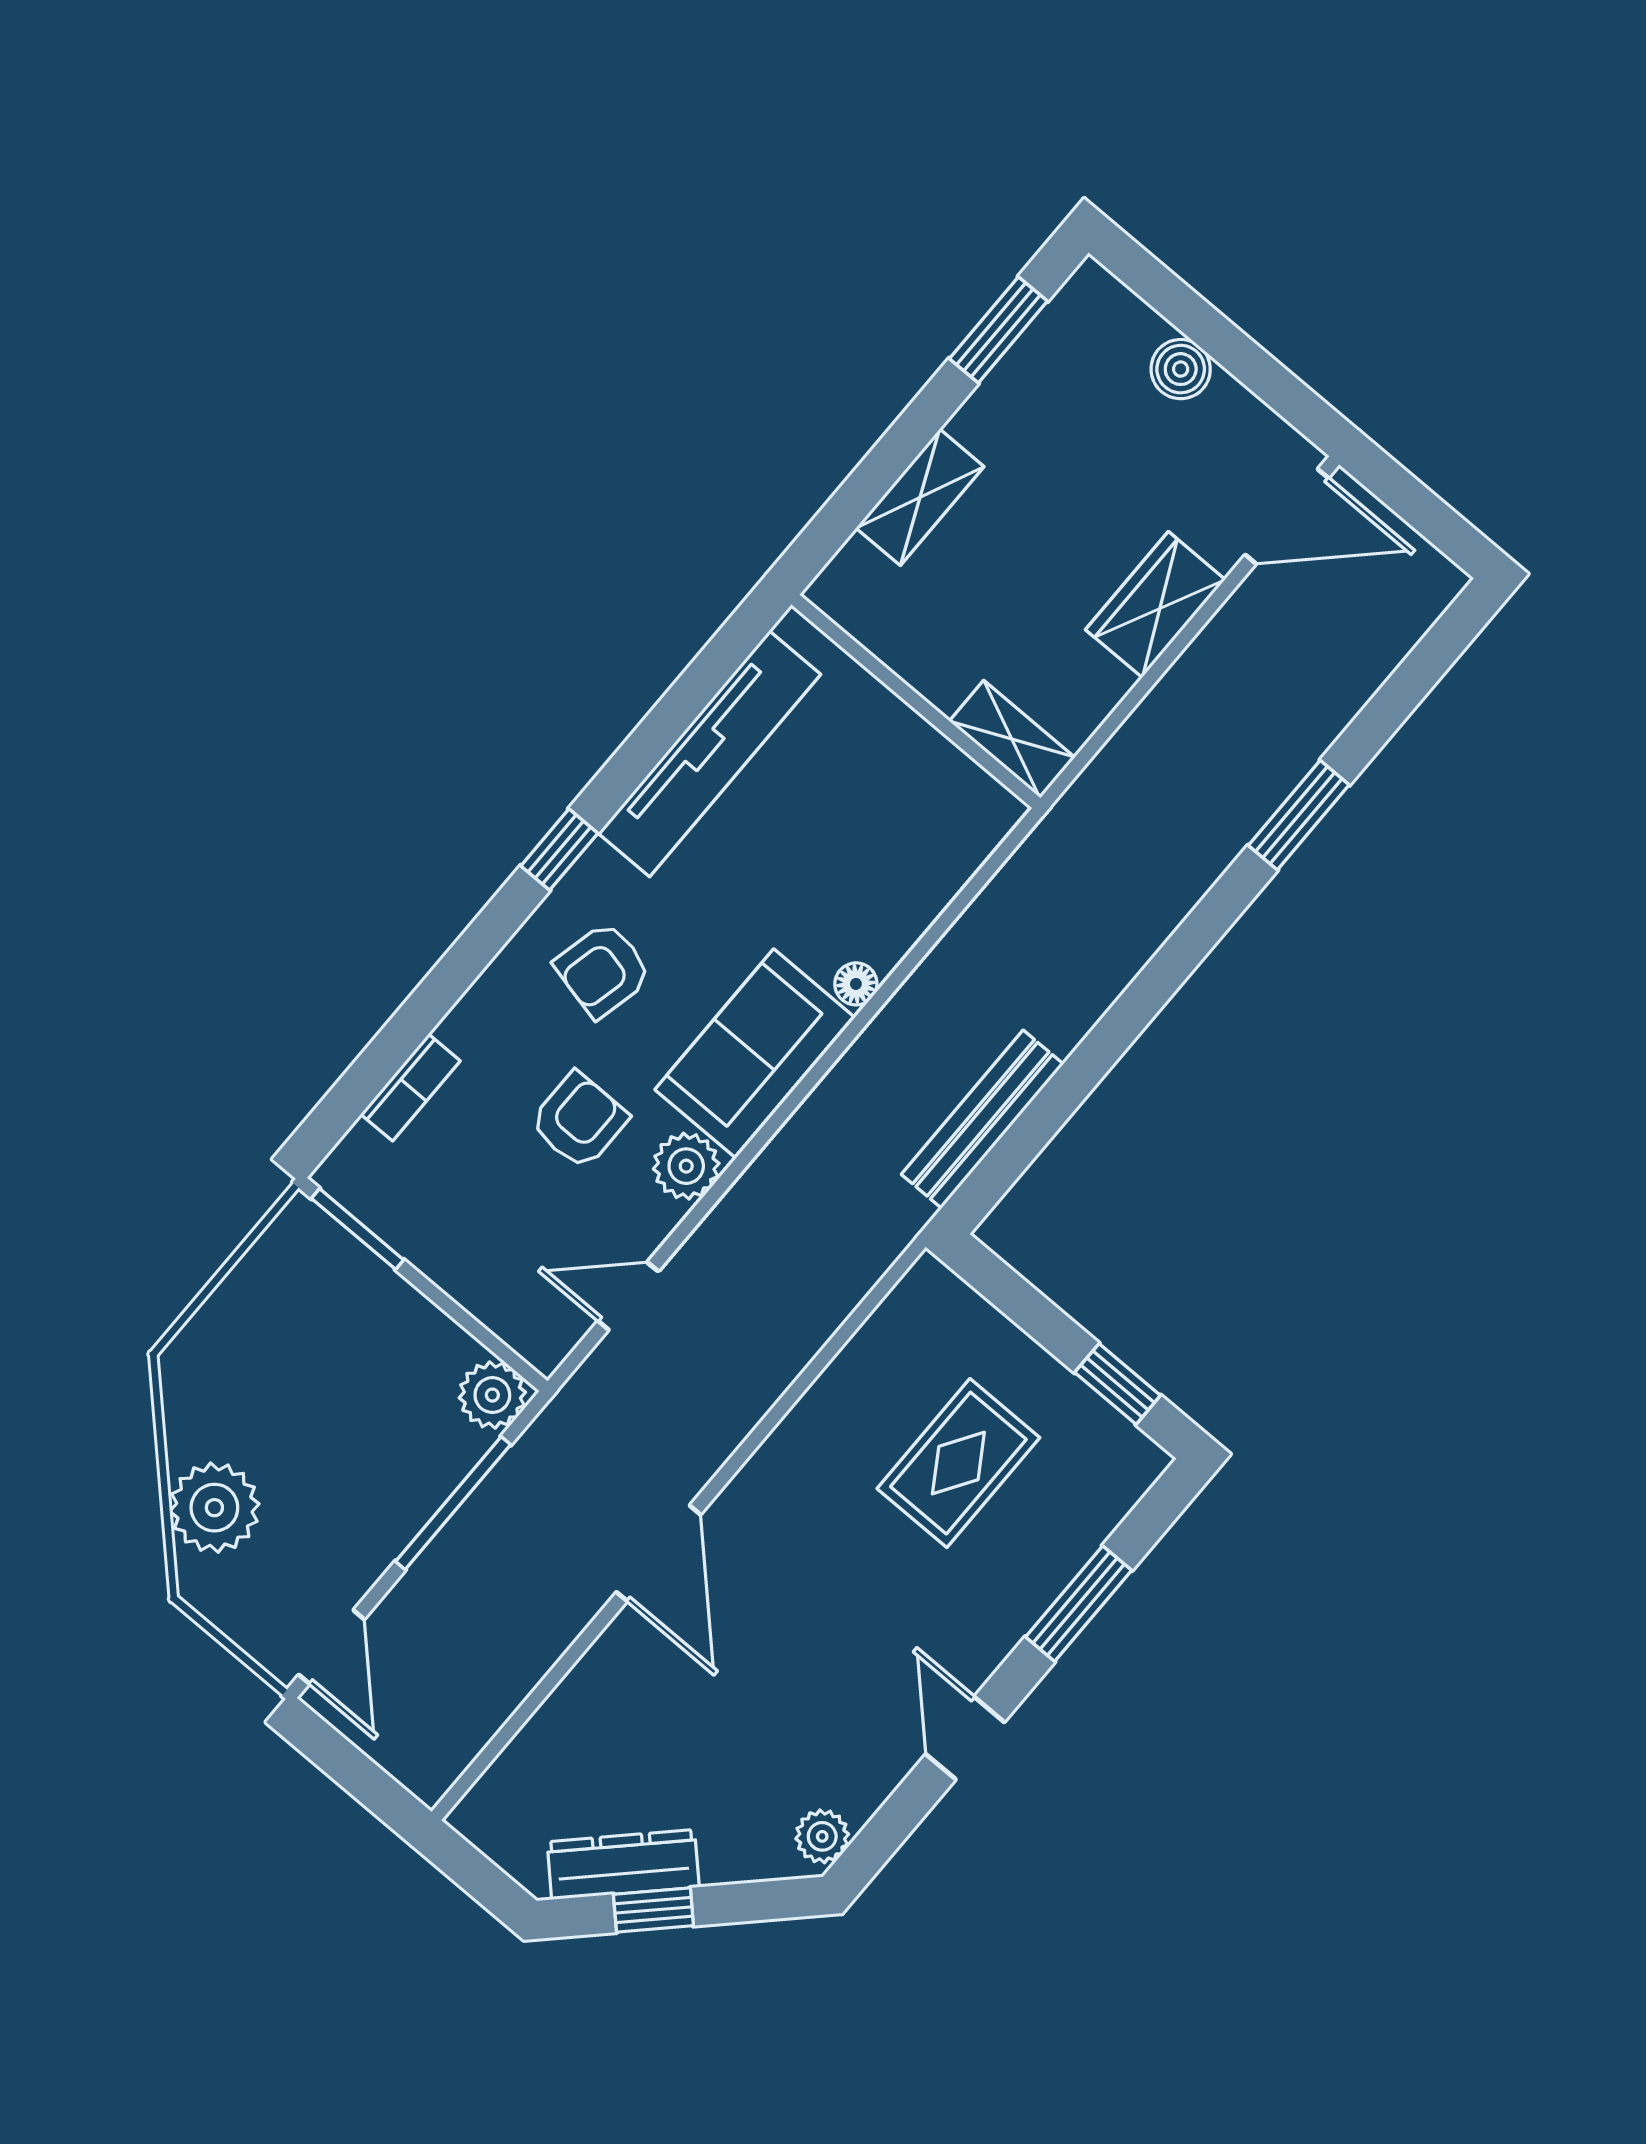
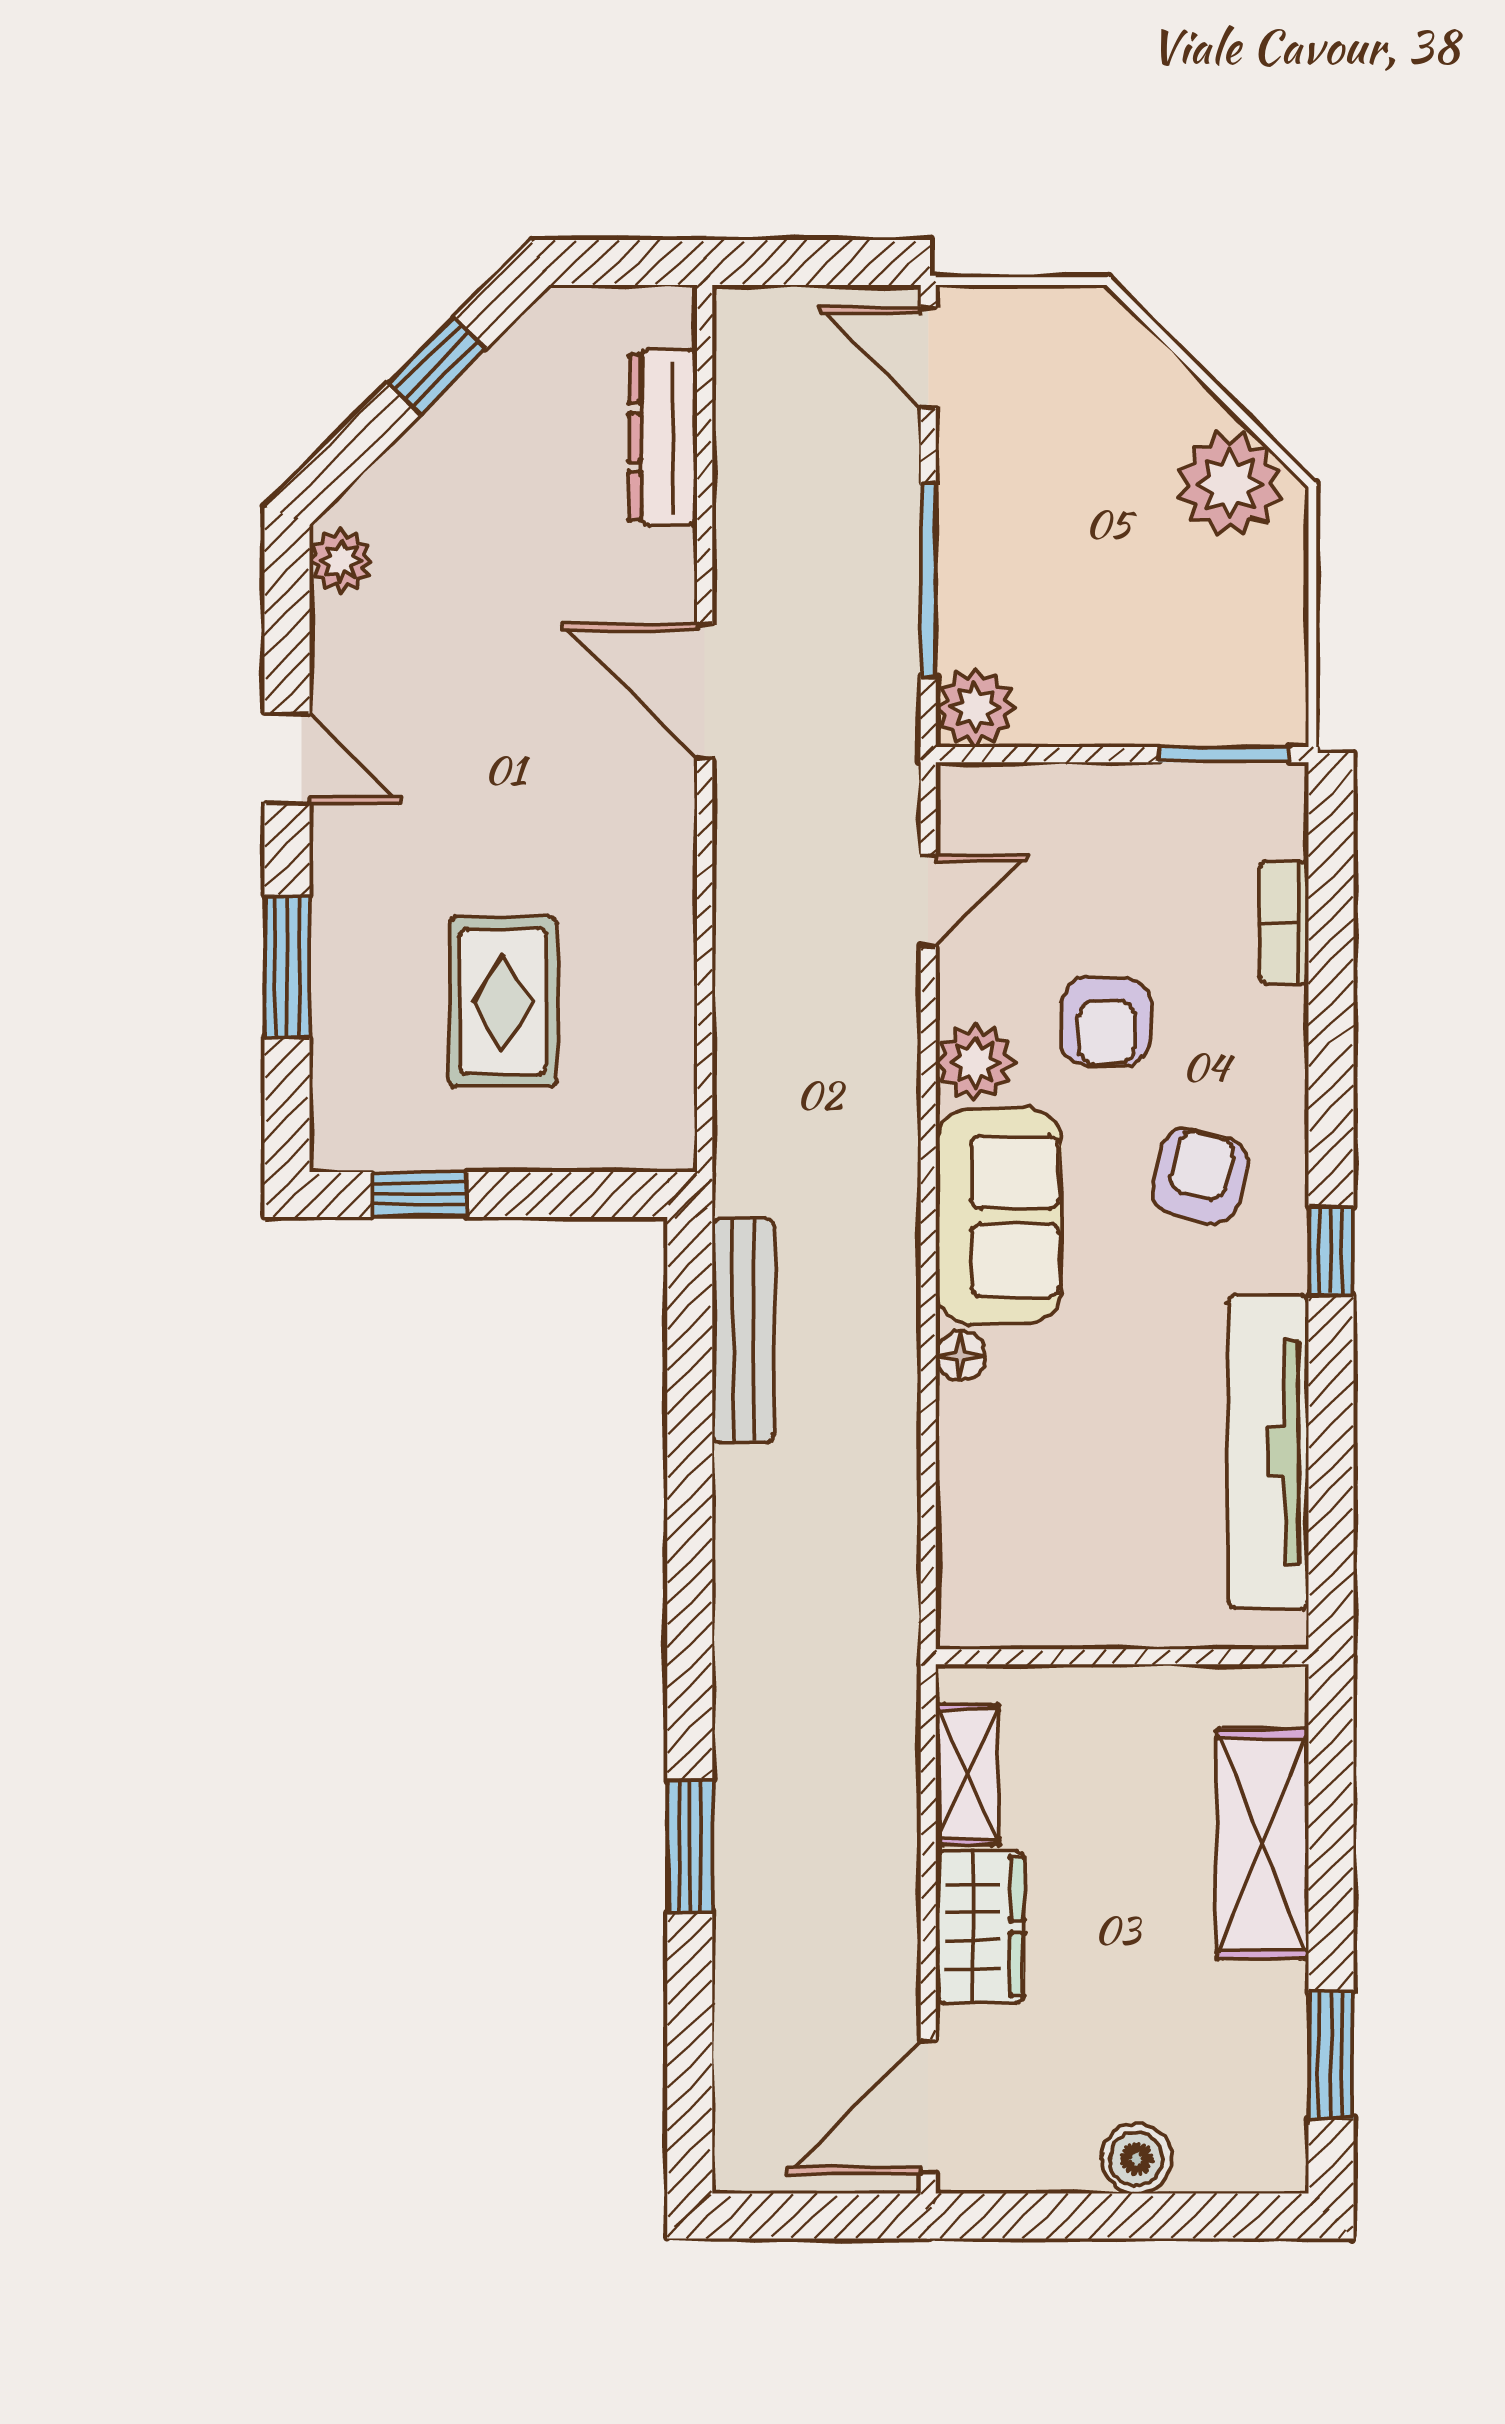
shelving: (920, 497) -> (1263, 1844), width x1.50, depth x1.33
shelving: (1012, 739) -> (967, 1775), moved, turned 90
plant: (214, 1508) -> (1230, 484), moved
dresser: (623, 1864) -> (663, 437), moved, turned 135

